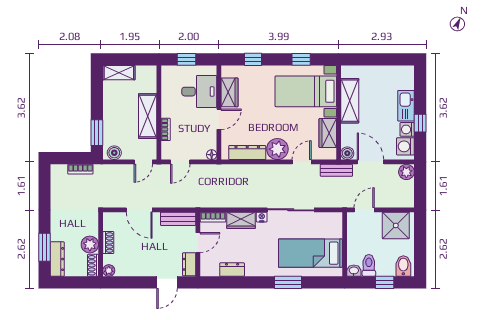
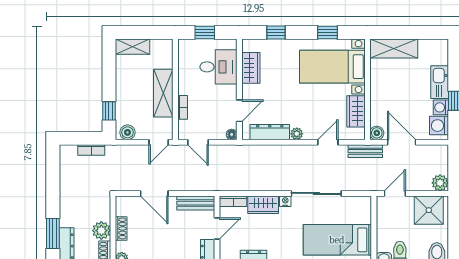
shelving: (350, 101) -> (394, 49), moved, turned 90
door: (219, 119) -> (239, 111), moved
window: (97, 133) -> (109, 111), width x0.67
plant: (277, 149) -> (297, 134), width x0.53, depth x0.53
door: (180, 162) -> (198, 142), hinge flipped
plant: (406, 172) -> (440, 183), moved

